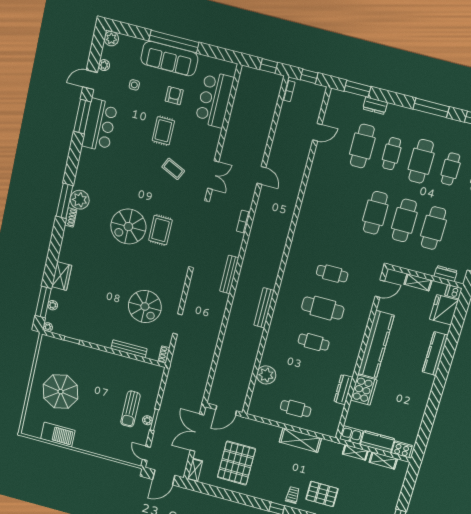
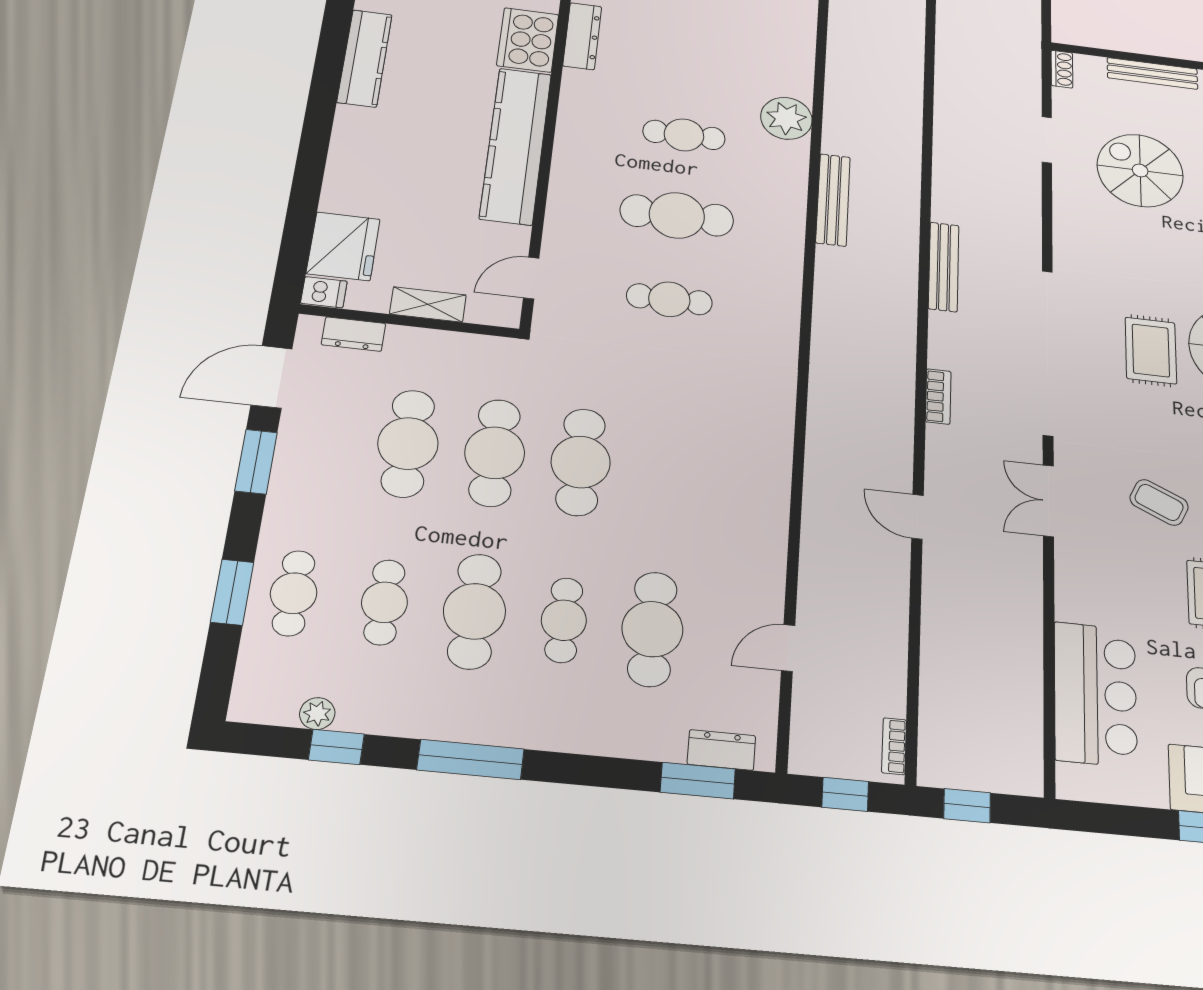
dresser: (375, 106) -> (721, 750), moved
kitchen counter: (435, 354) -> (365, 58), moved
plant: (266, 375) -> (786, 118), moved

